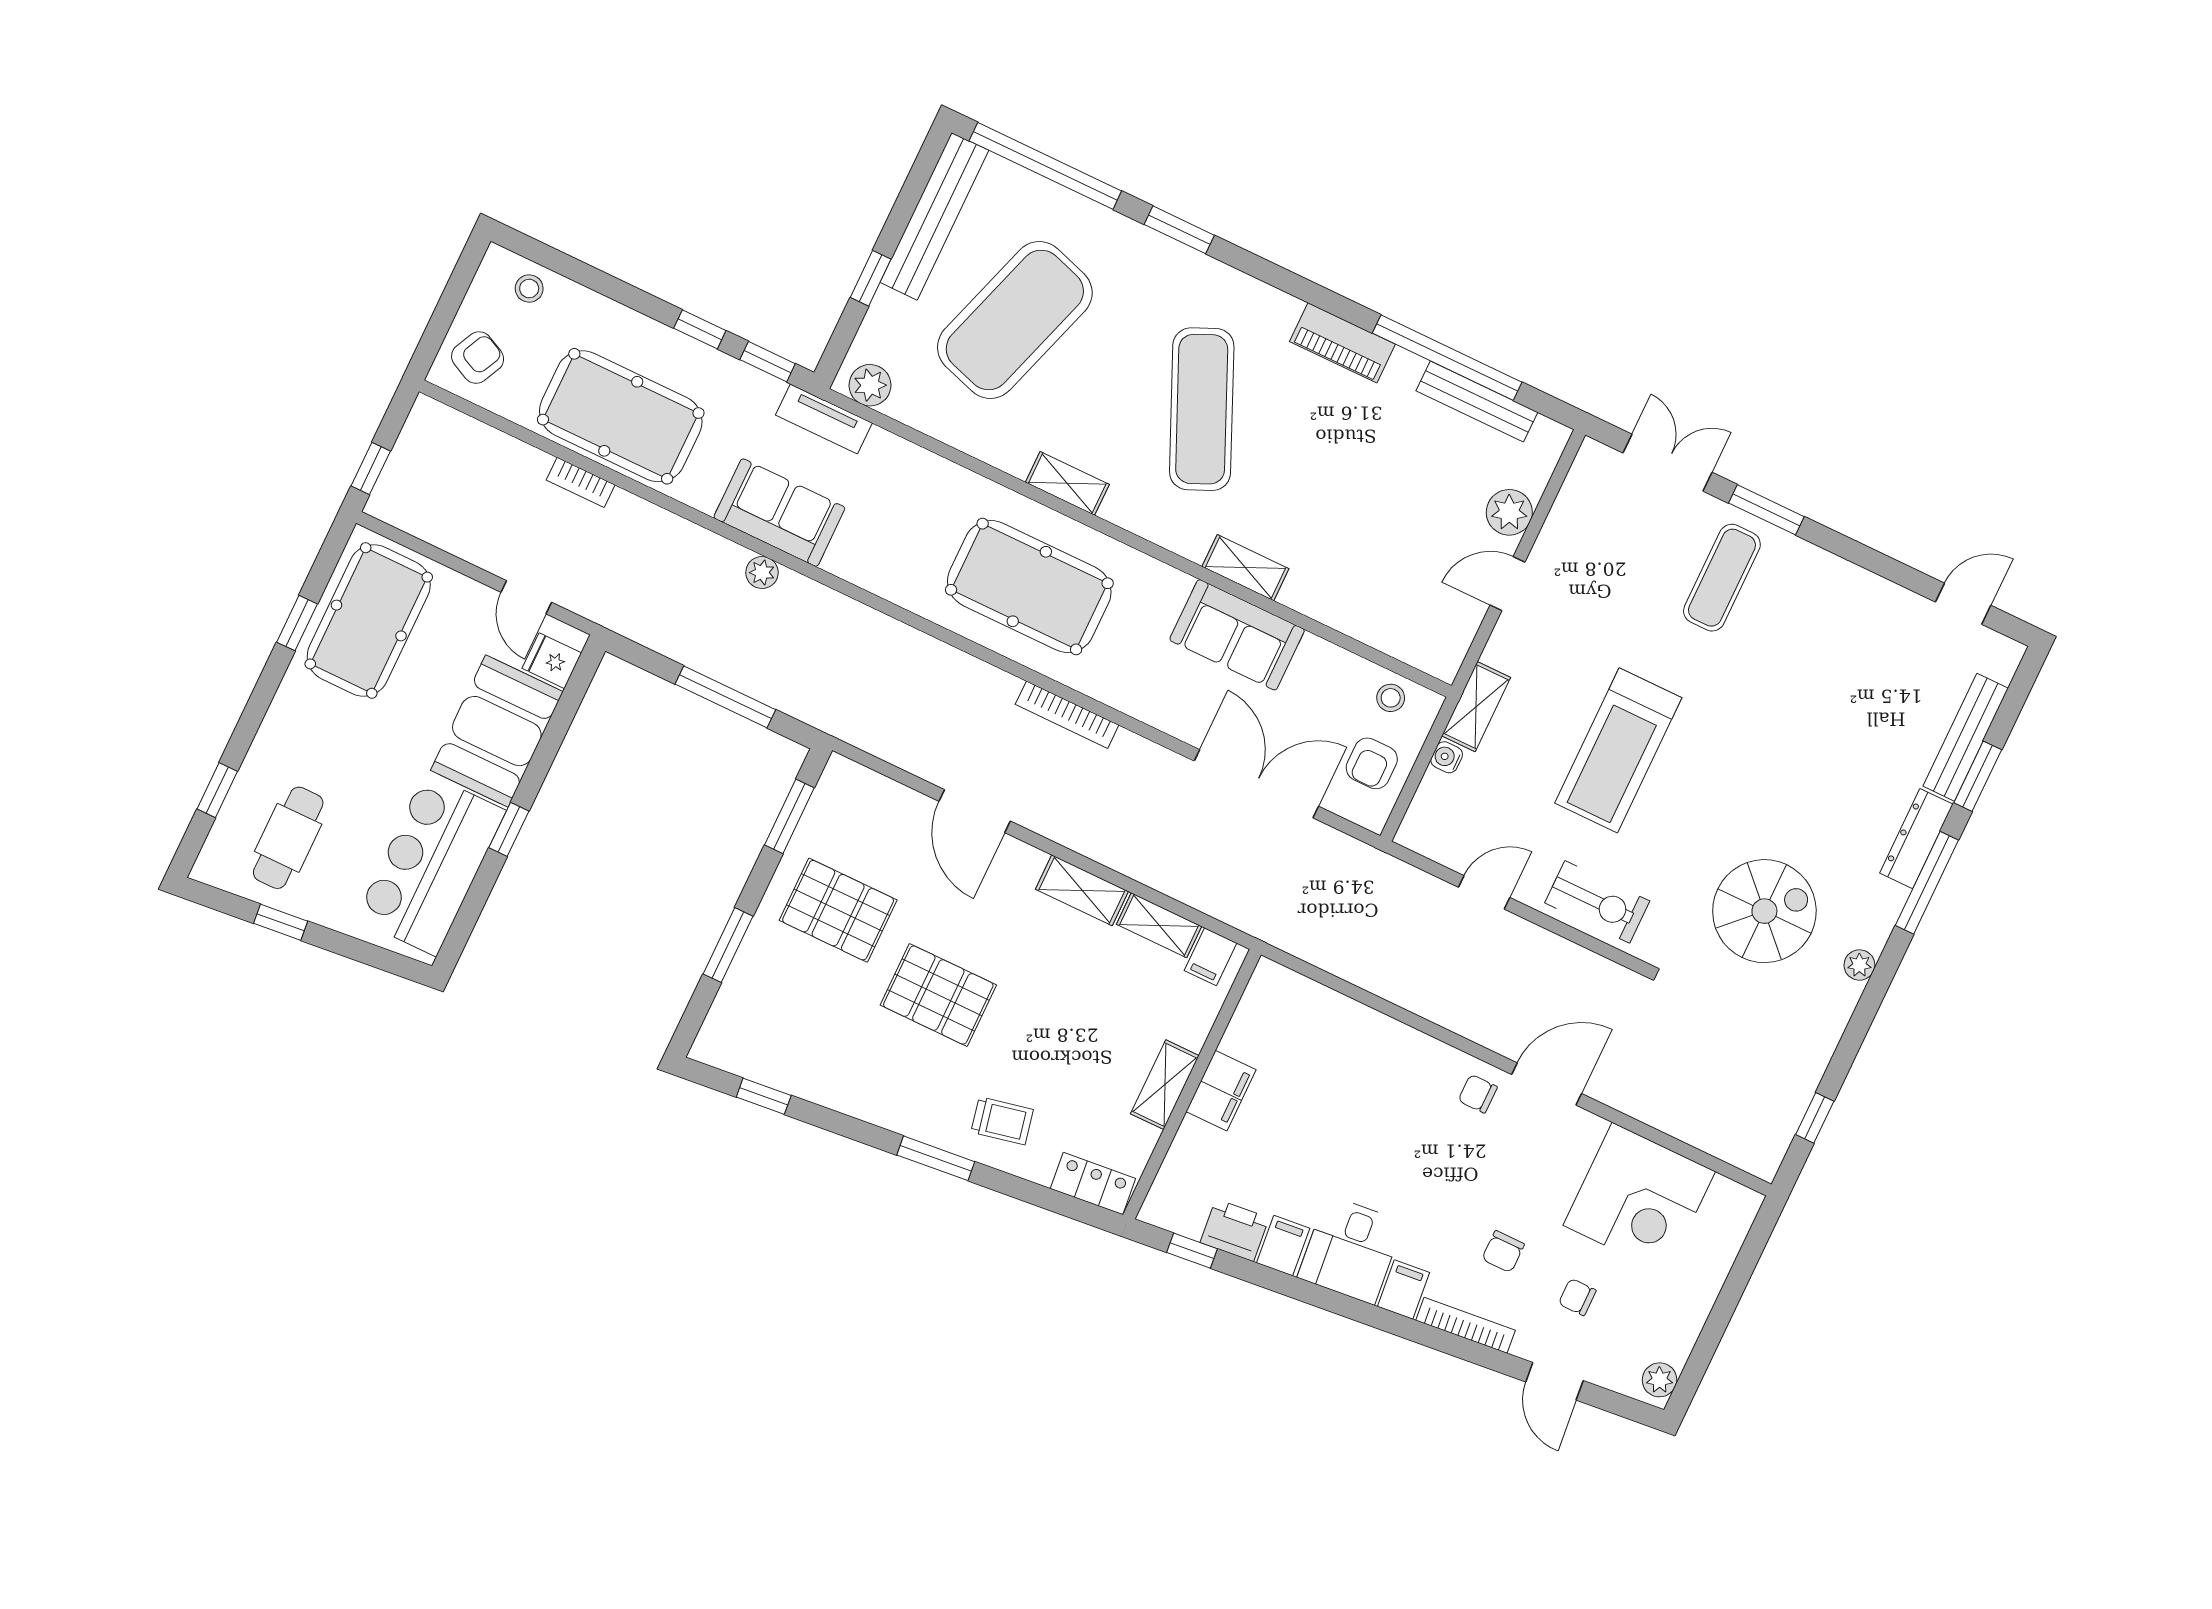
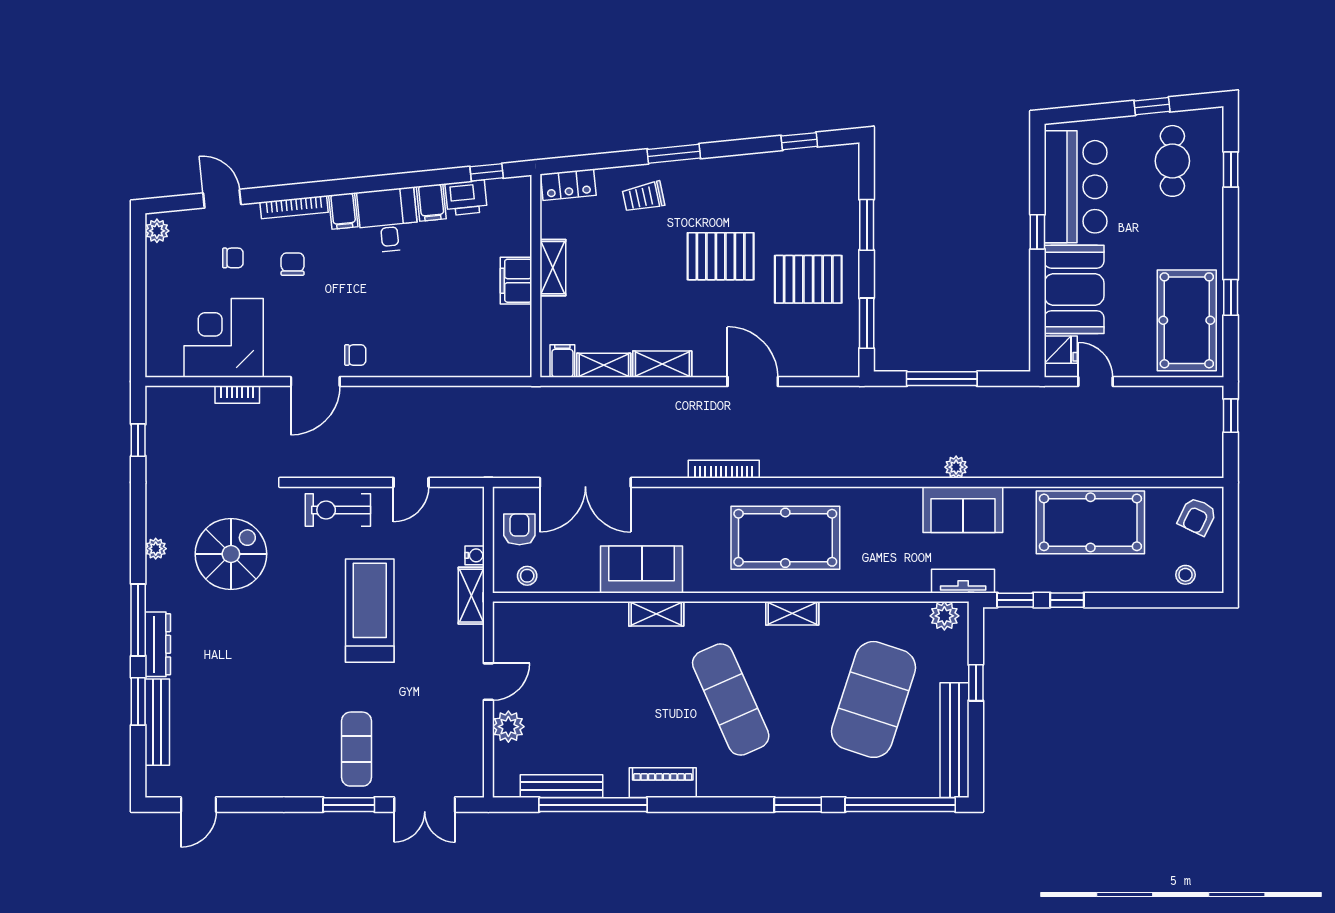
bookcase: (581, 482) -> (237, 395), moved, turned 180
spiral stairs: (1764, 911) -> (231, 554), turned 180

